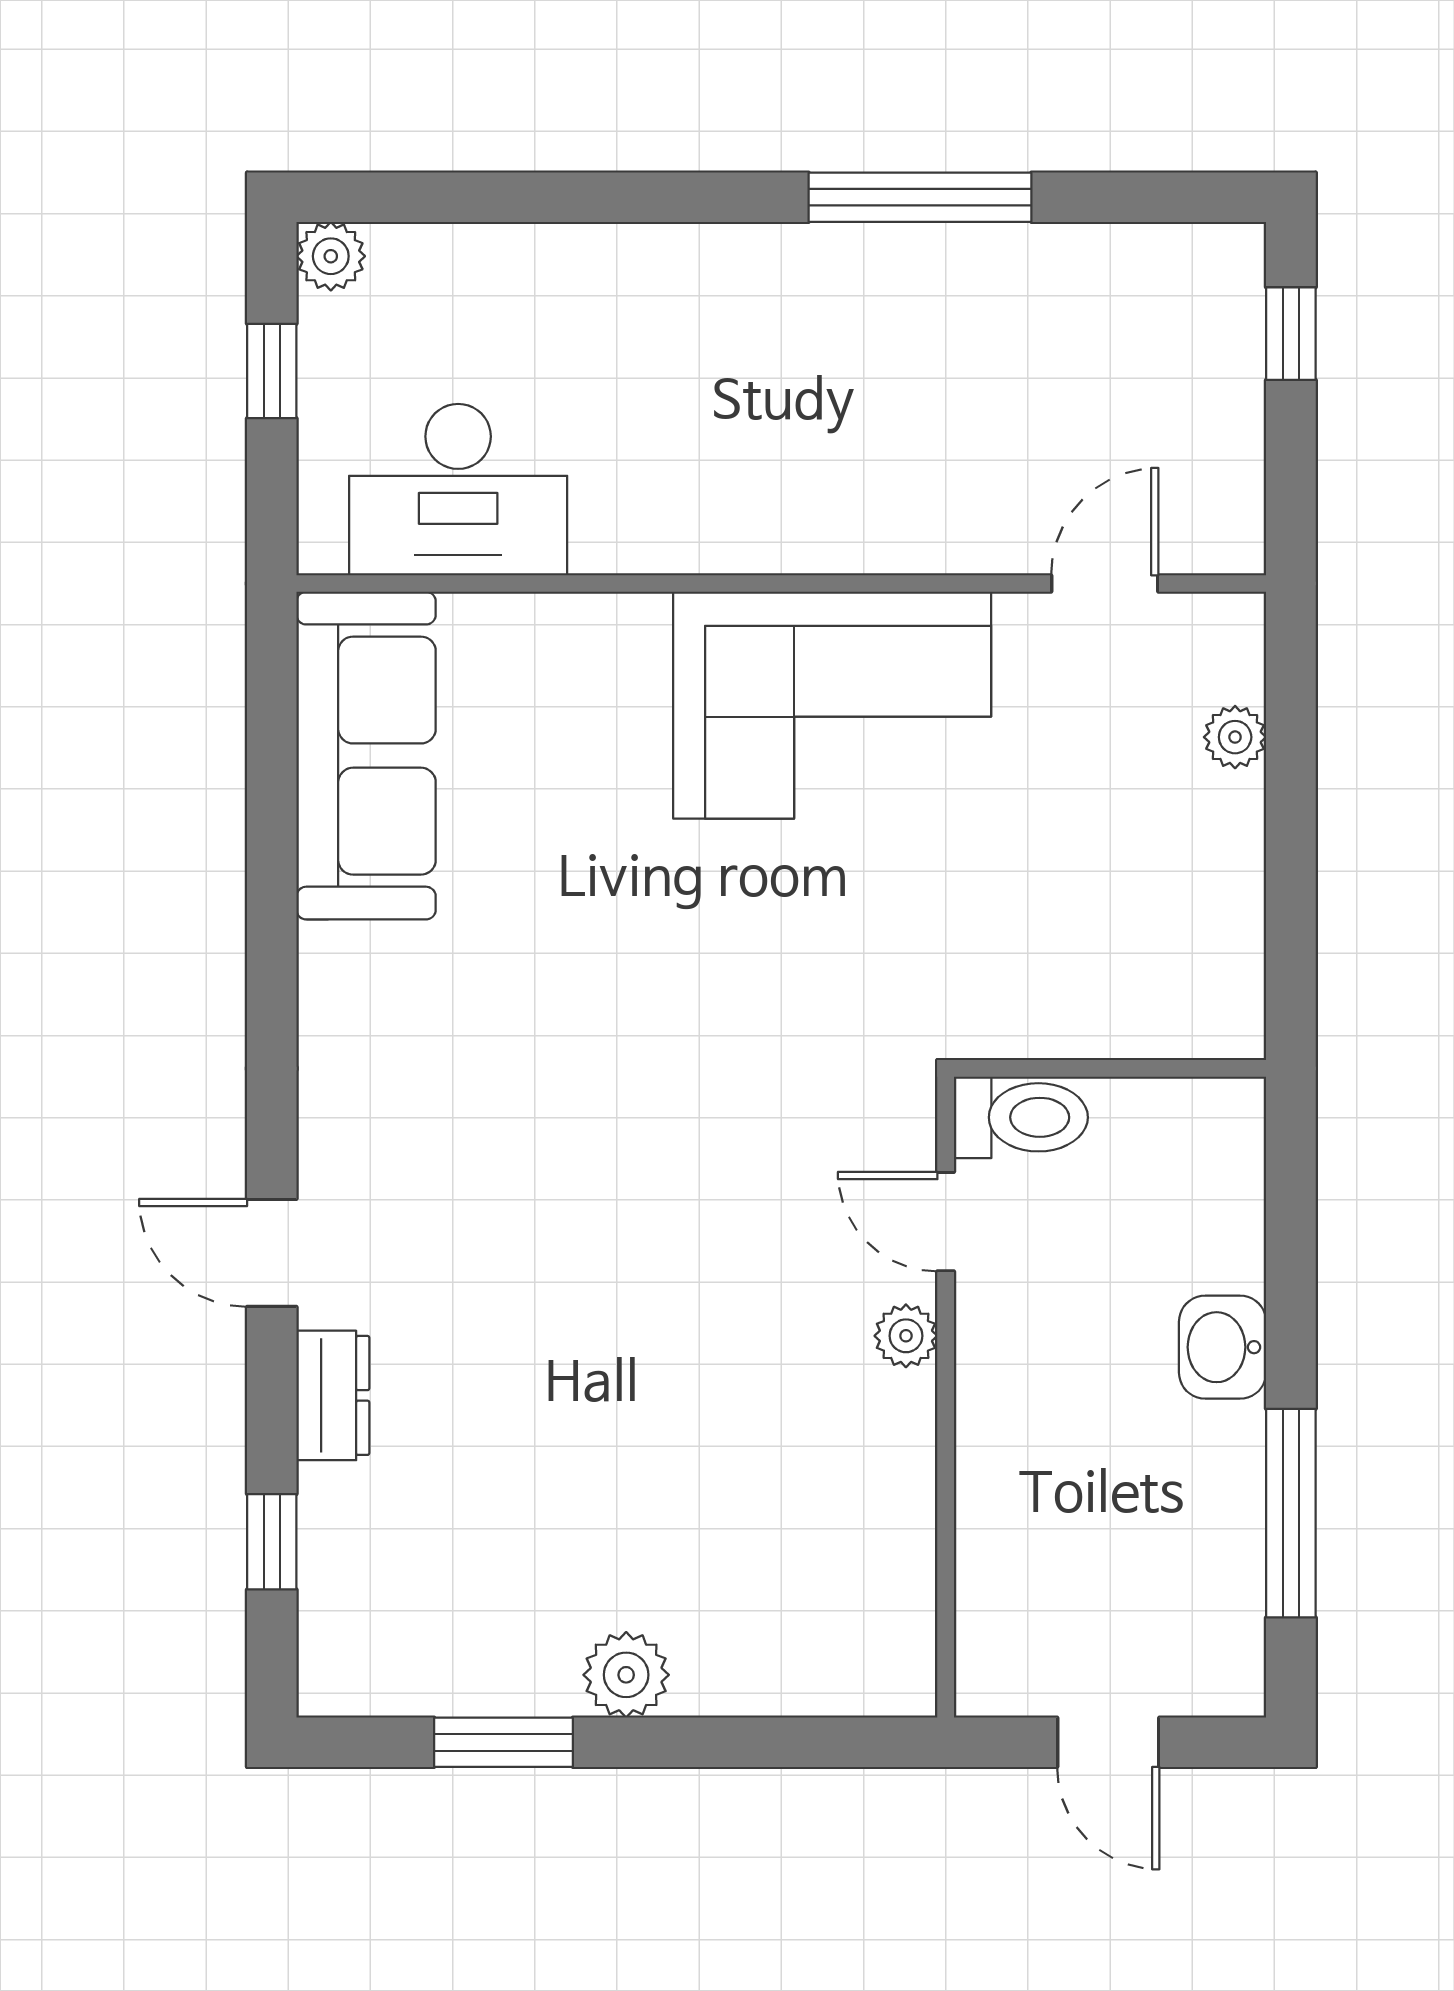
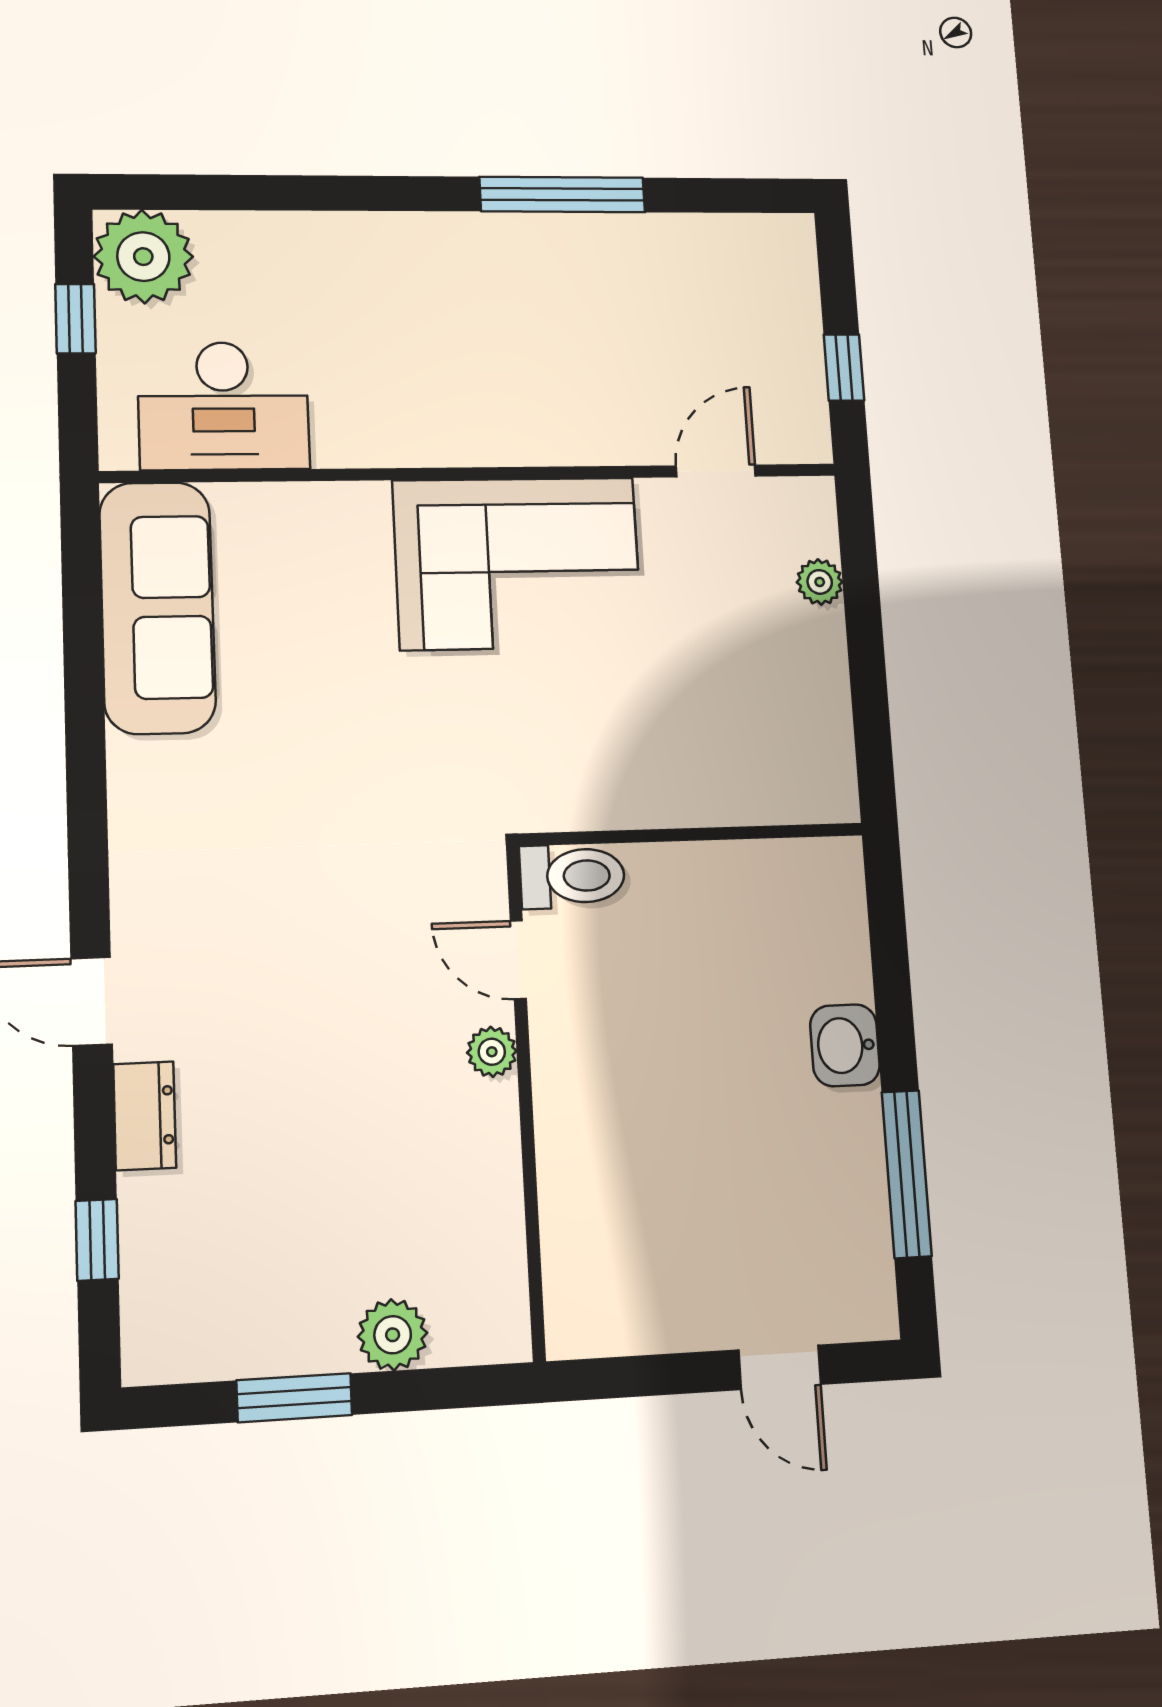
plant: (331, 256) -> (143, 257), width x1.87, depth x1.87
window: (1291, 334) -> (844, 367), moved
toilet: (1021, 1117) -> (572, 876), moved
door: (946, 1222) -> (518, 960), moved
plant: (906, 1336) -> (492, 1052), moved
wall: (946, 1397) -> (526, 1100), moved

